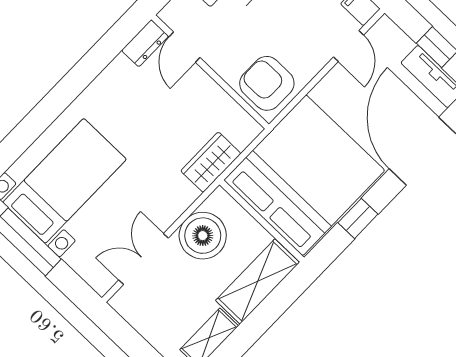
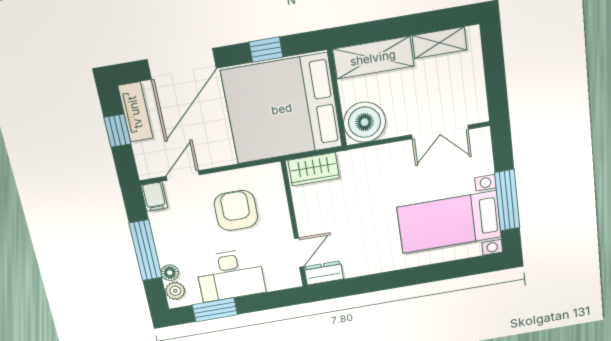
armchair: (267, 83) -> (236, 210), moved, turned 180
wardrobe: (211, 162) -> (314, 169), moved
boiler: (203, 236) -> (365, 122), moved

